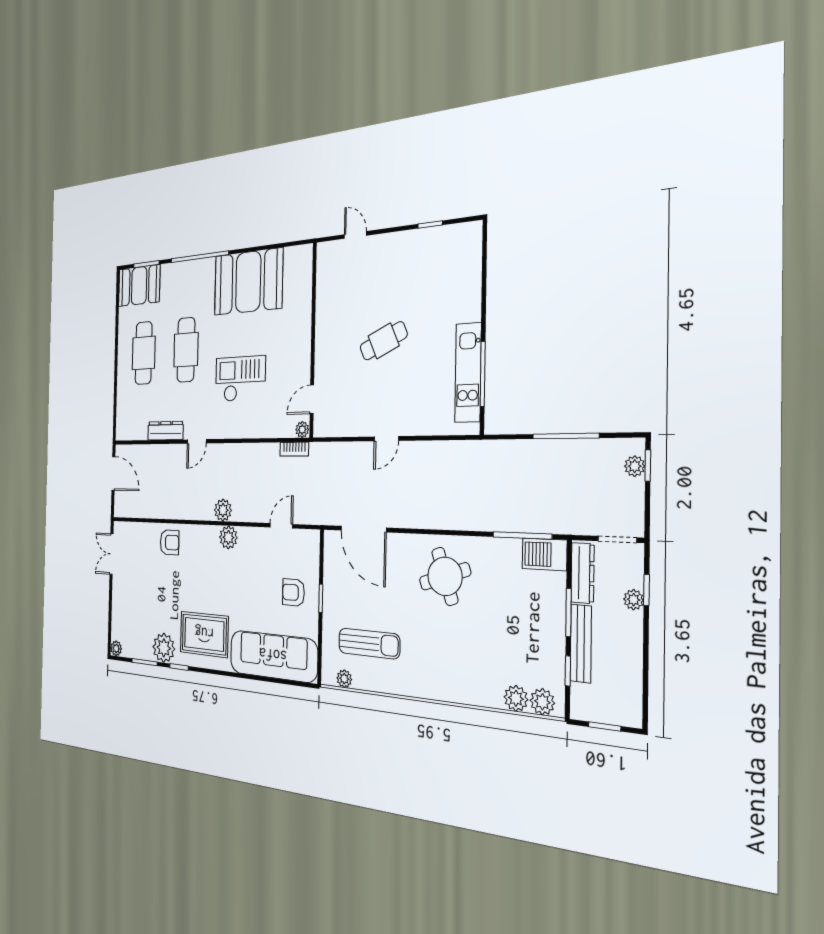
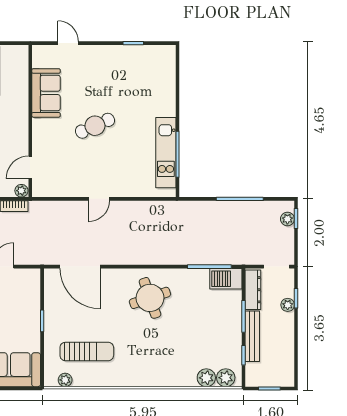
sofa: (330, 302) -> (46, 93), added
armchair: (293, 592) -> (16, 318), removed

